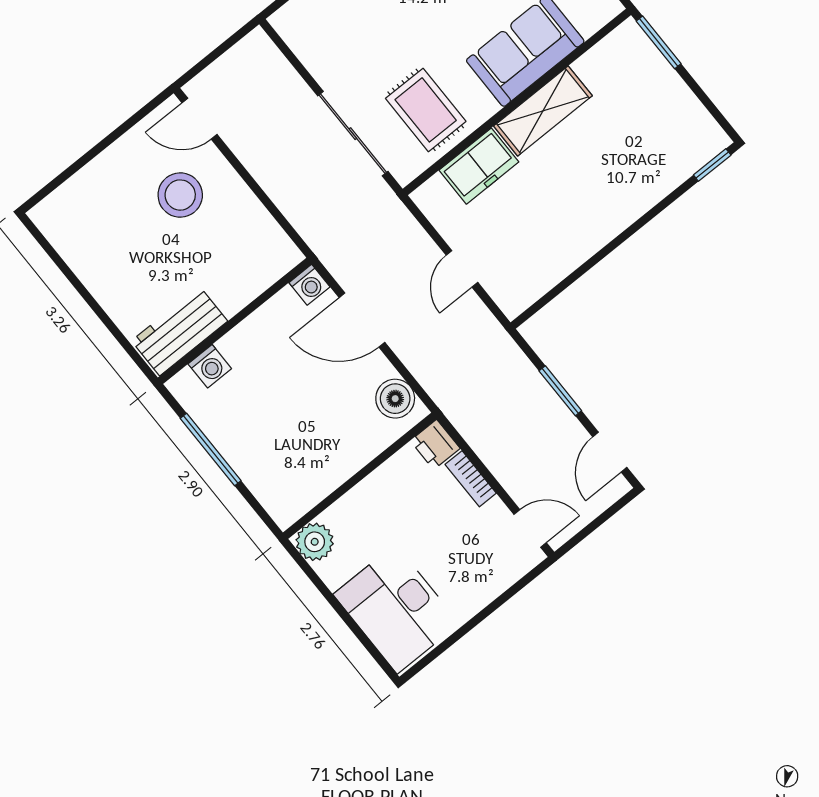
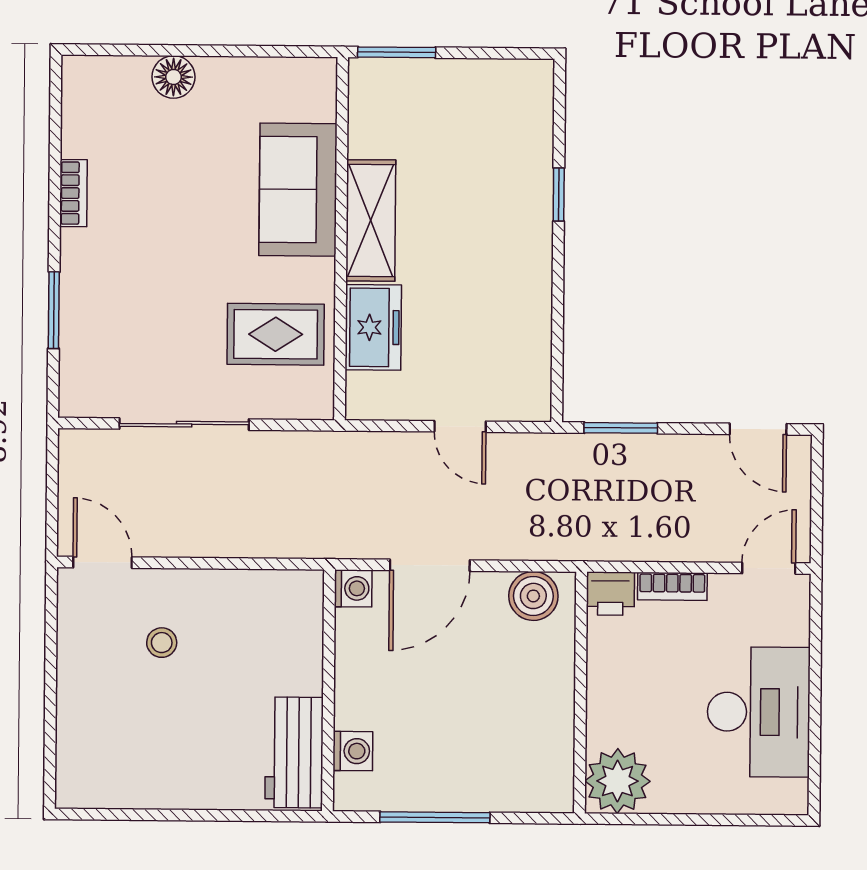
door: (200, 119) -> (102, 562), swing flipped
sliding door: (353, 134) -> (184, 424), moved
window: (712, 165) -> (559, 195), moved
stool: (180, 195) -> (162, 643), width x0.53, depth x0.53
window: (560, 391) -> (621, 428), moved
plant: (315, 542) -> (617, 781), width x1.36, depth x1.36
desk: (396, 609) -> (759, 712), moved, turned -90

